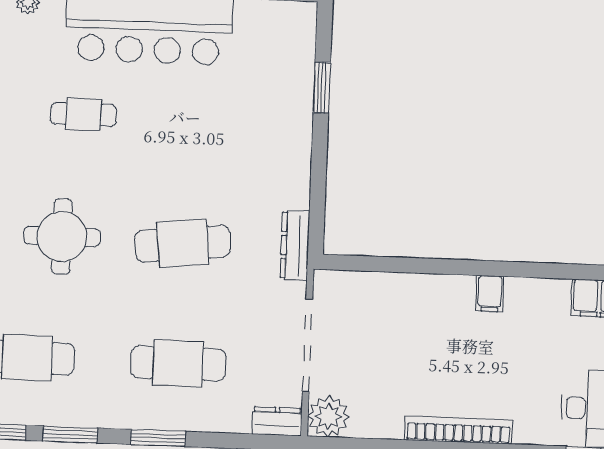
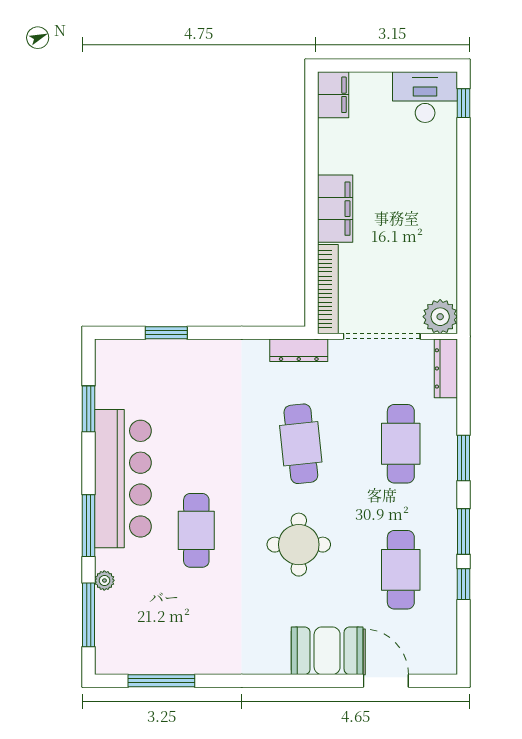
cafe table: (84, 114) -> (196, 530), width x1.37, depth x1.35
filing cabinet: (490, 294) -> (335, 209), width x3.00, depth x1.17
dresser: (277, 421) -> (446, 368), width x1.44
bookcase: (458, 430) -> (328, 289), moved, turned 180

